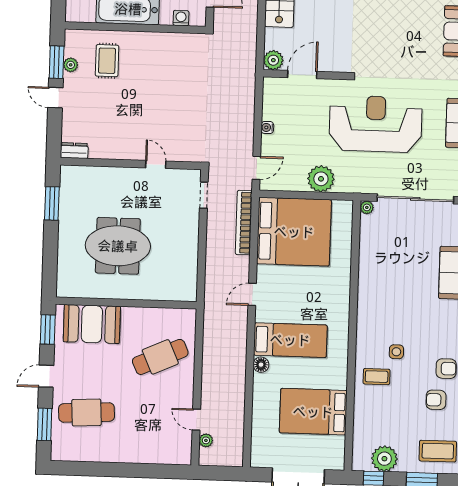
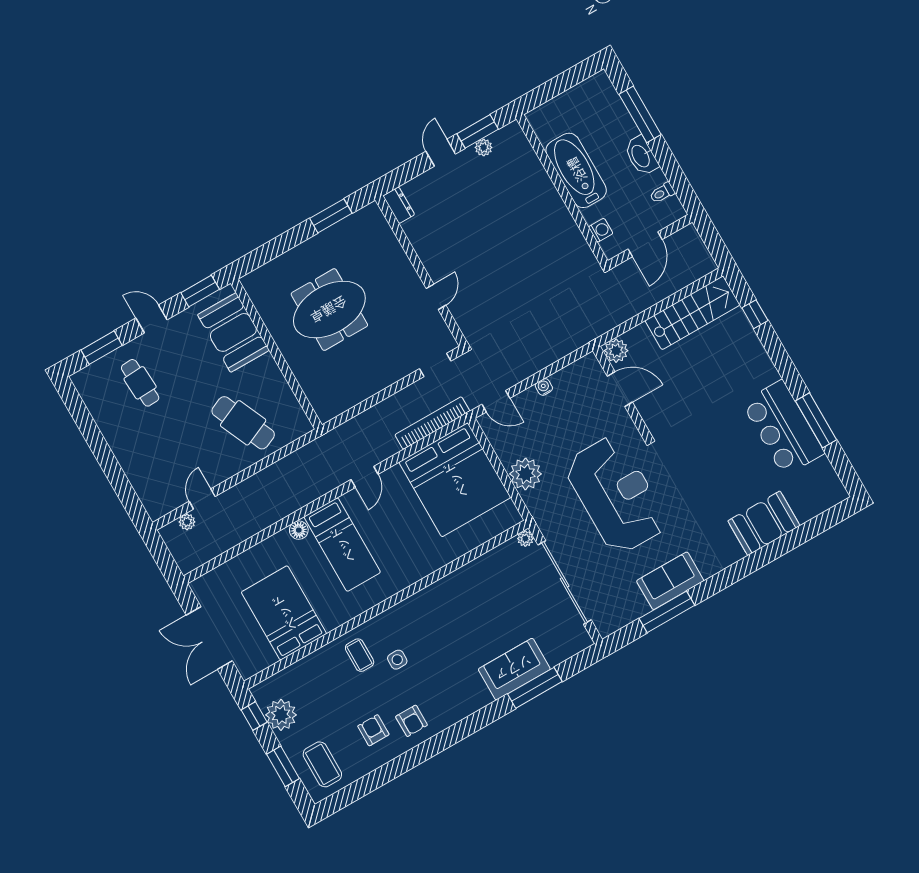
rug: (107, 61) -> (511, 182), removed
meeting table: (118, 246) -> (329, 310), turned 90
door: (252, 294) -> (365, 477), swing flipped
cafe table: (87, 412) -> (140, 383), width x0.73, depth x0.74

